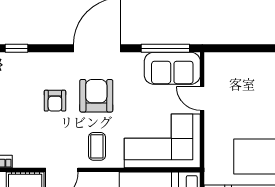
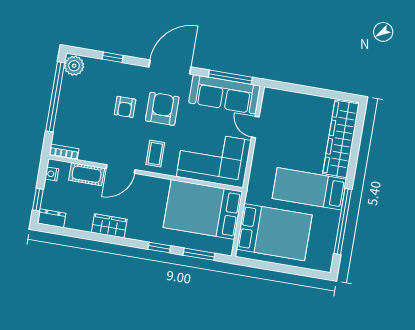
window: (16, 48) -> (113, 57), moved
sofa: (172, 68) -> (225, 94), width x1.36

